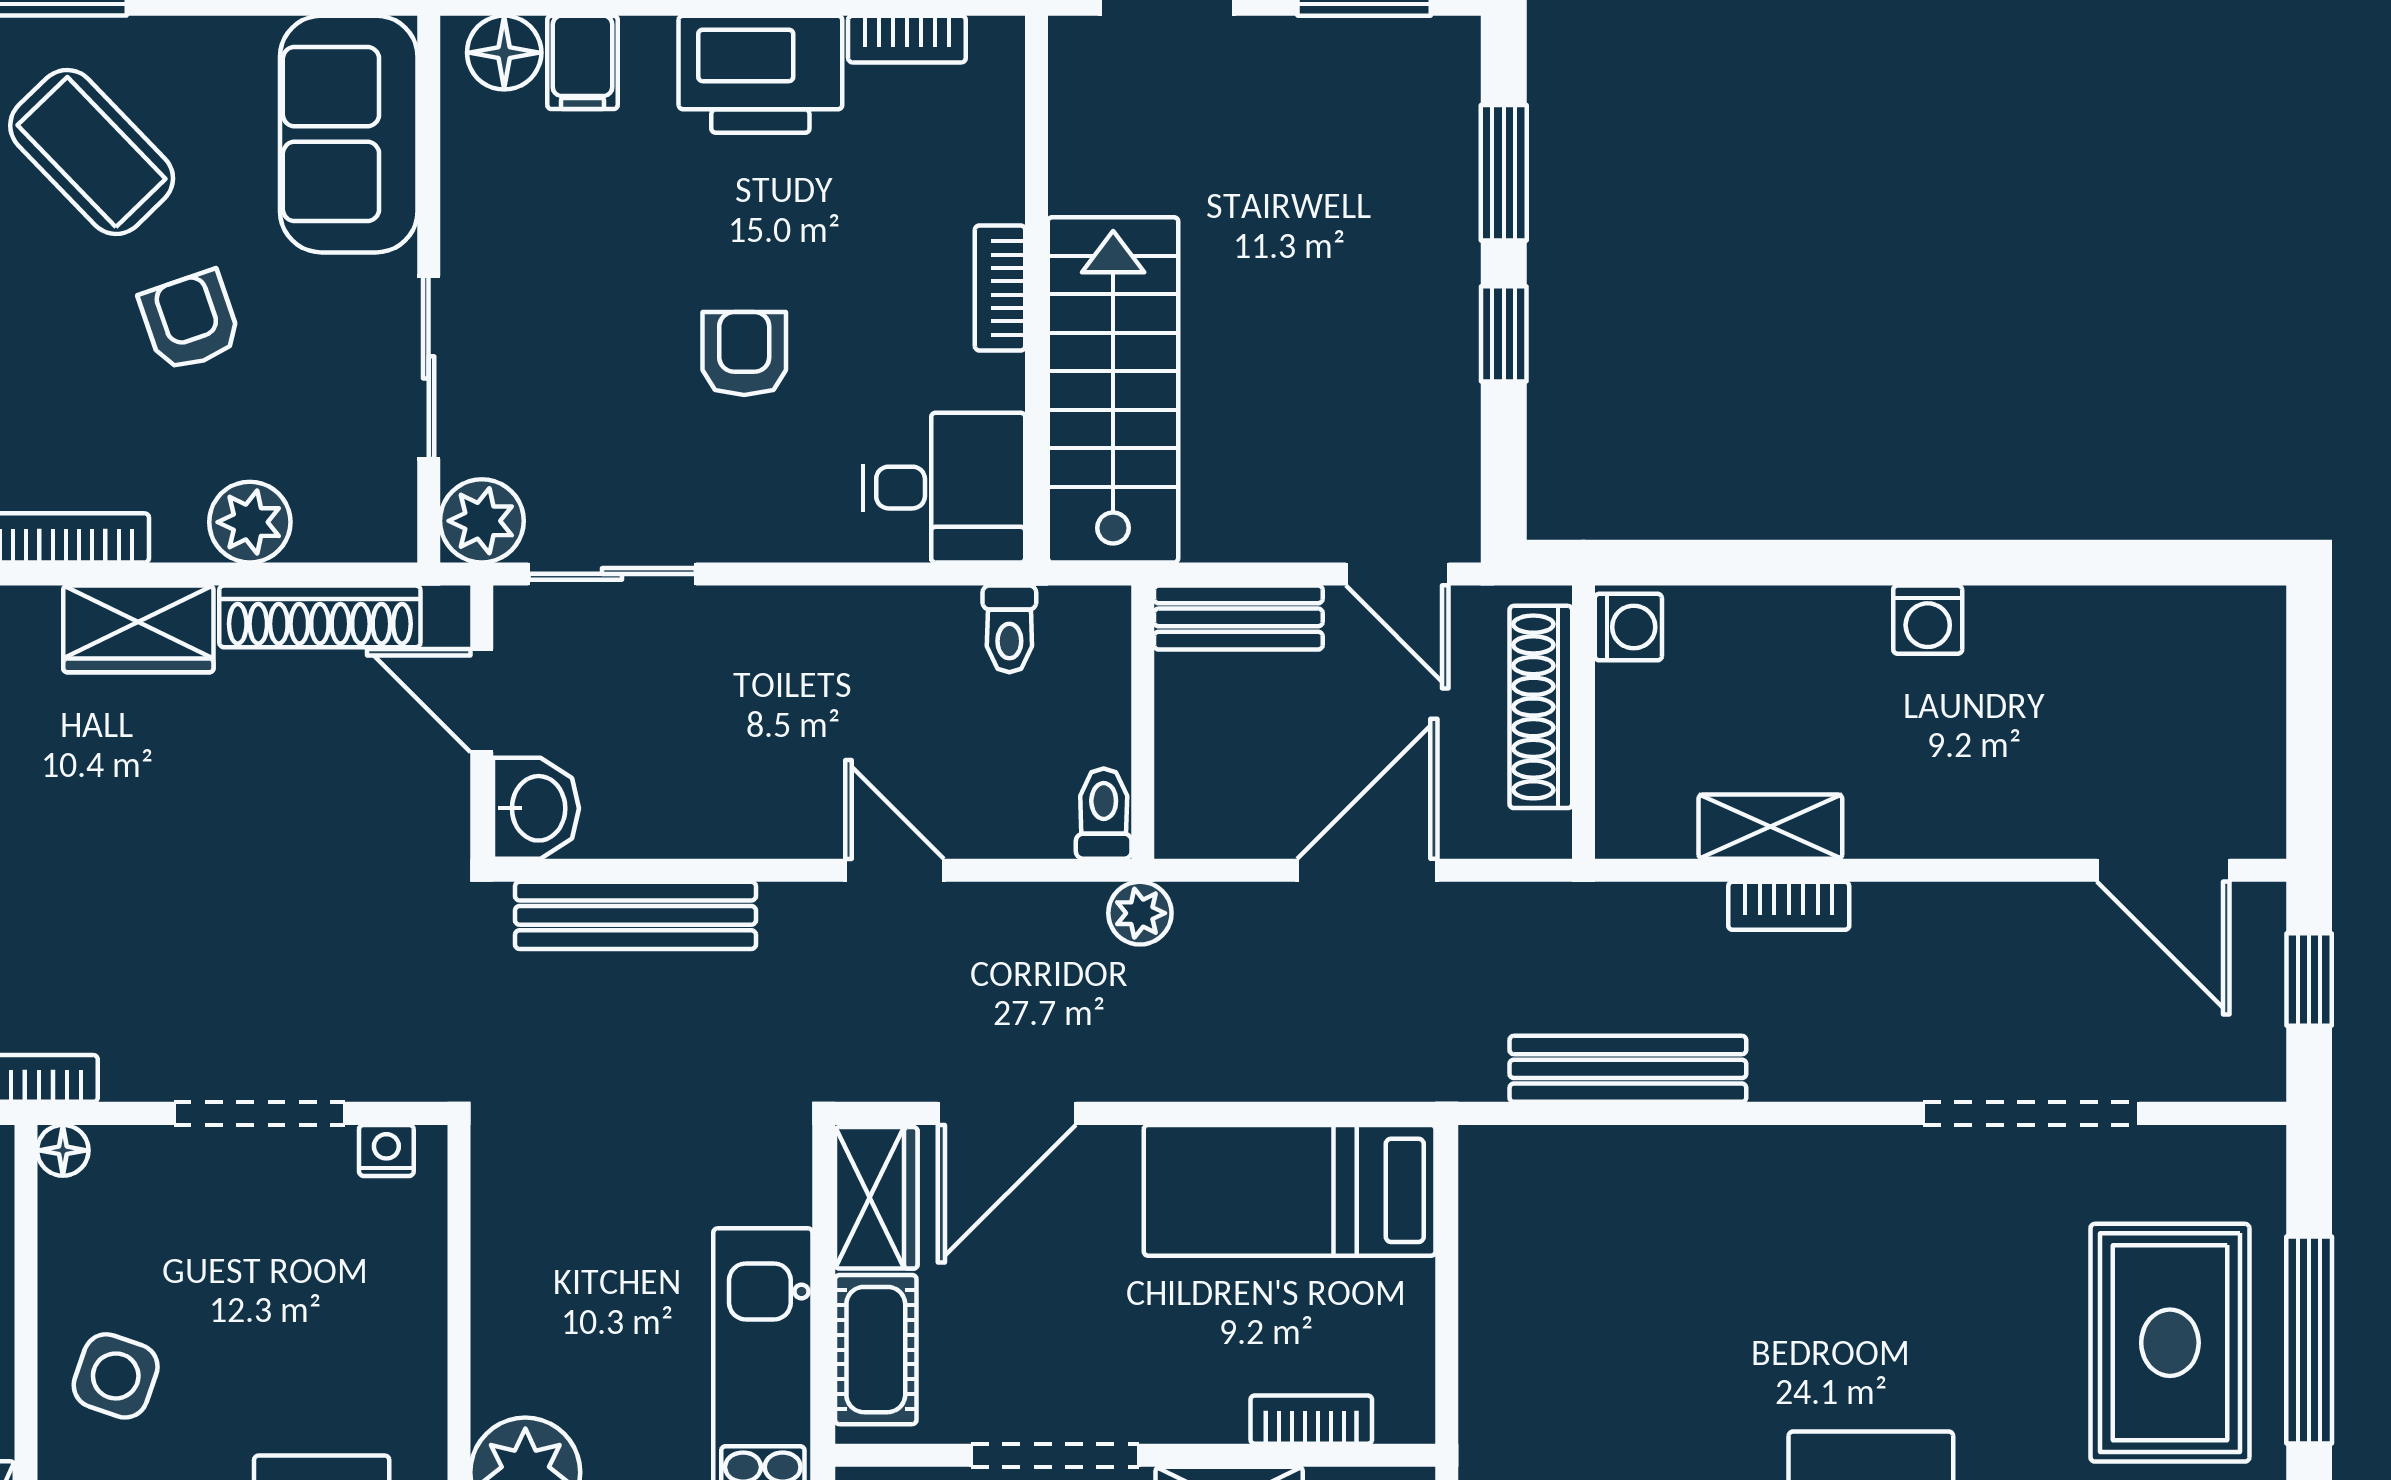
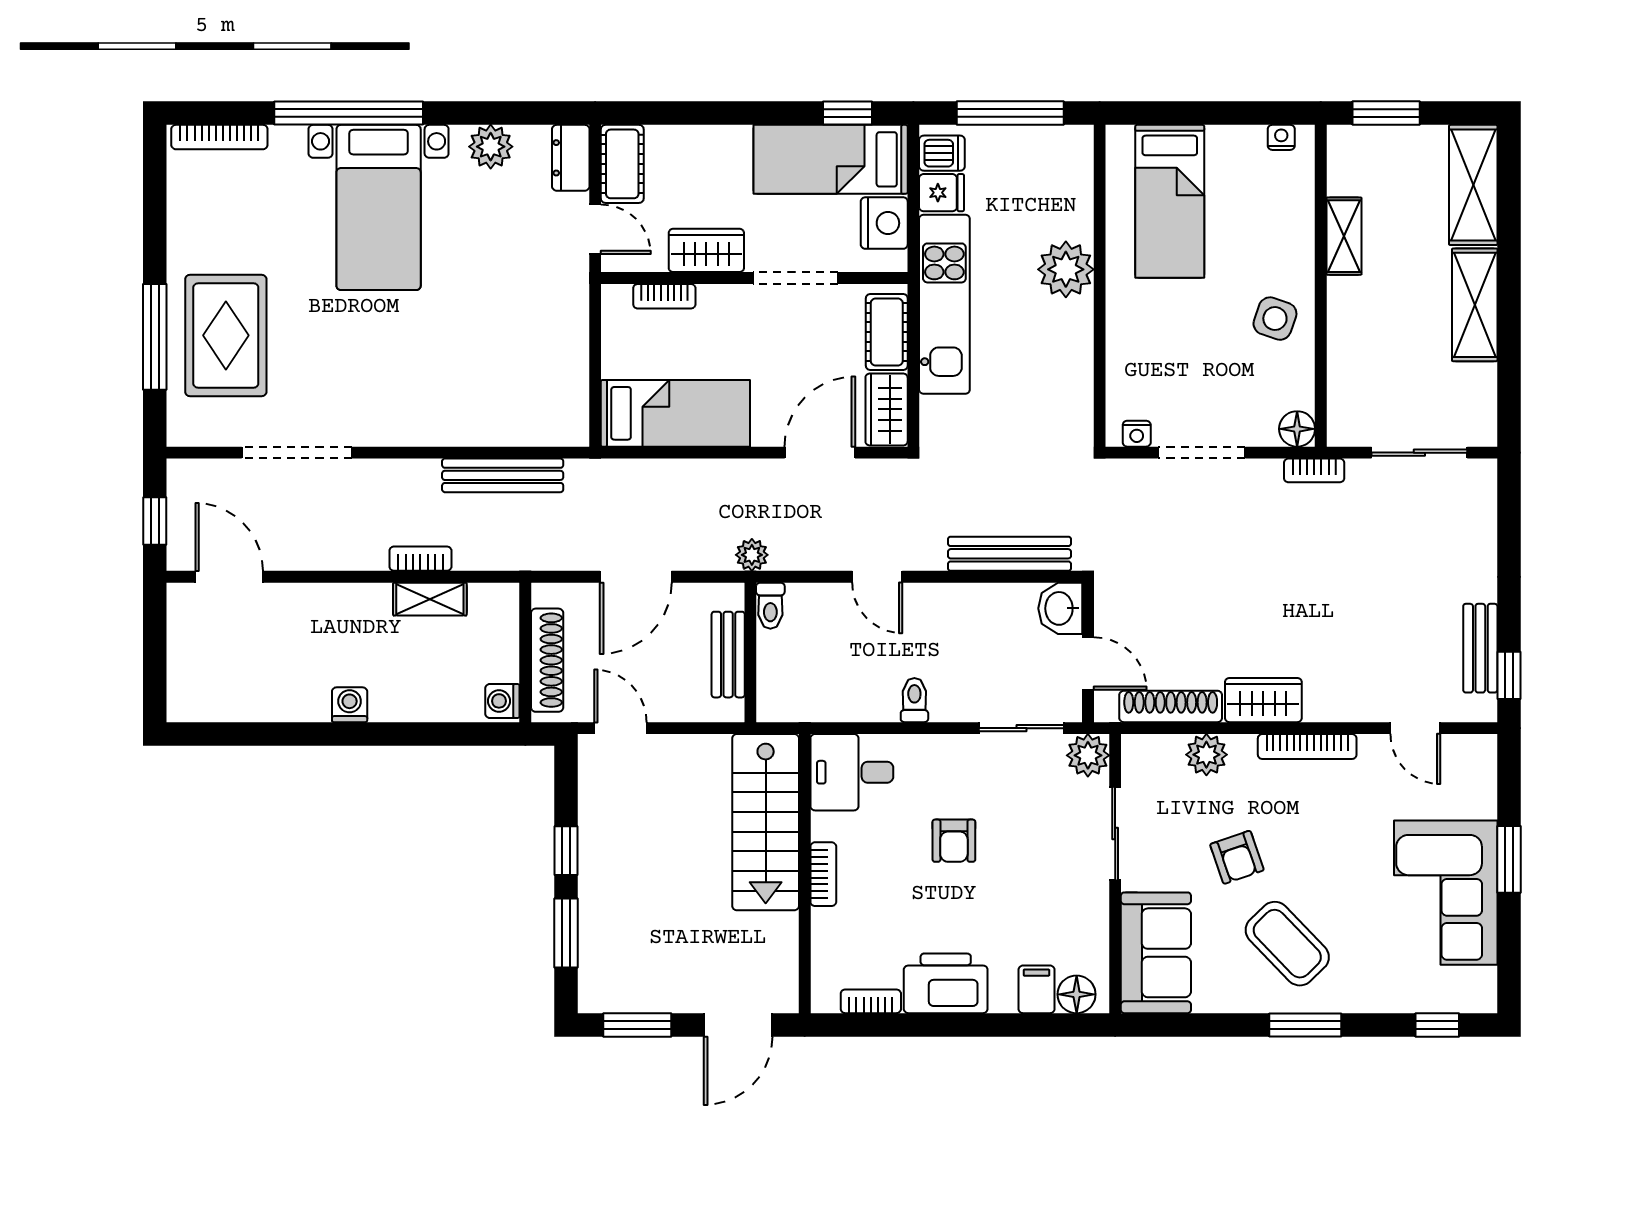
bench: (1238, 617) -> (728, 655), moved, turned 90
toilet: (1009, 629) -> (914, 700), moved
floor lamp: (63, 1150) -> (1297, 429), width x1.37, depth x1.37

